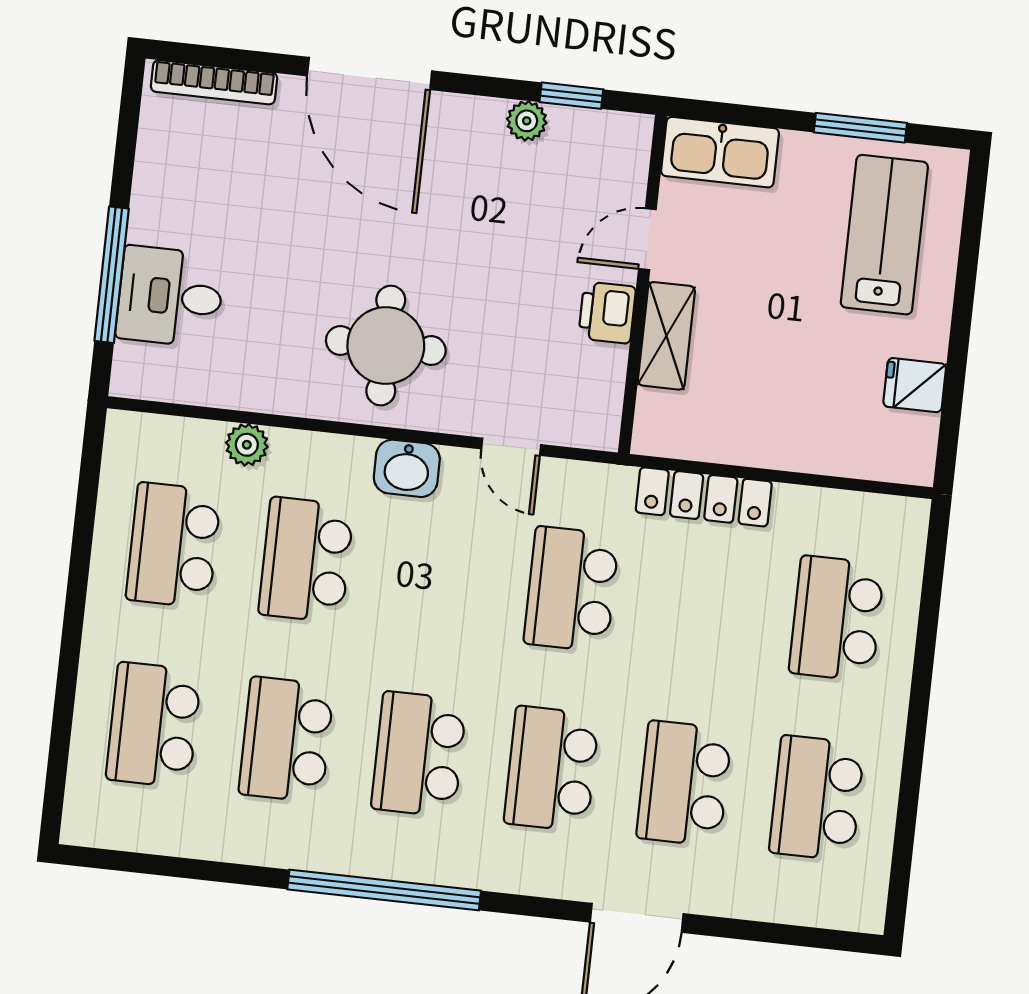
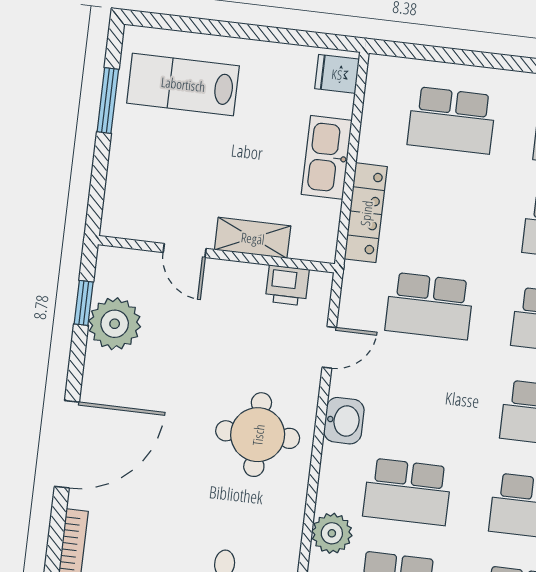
plant: (527, 121) -> (115, 324), width x1.87, depth x1.87
kitchen sink: (720, 152) -> (327, 157), moved, turned 180
printer: (607, 313) -> (287, 285), moved
fridge: (915, 385) -> (337, 74), moved, turned 90
plant: (247, 445) -> (332, 533), width x1.38, depth x1.38

